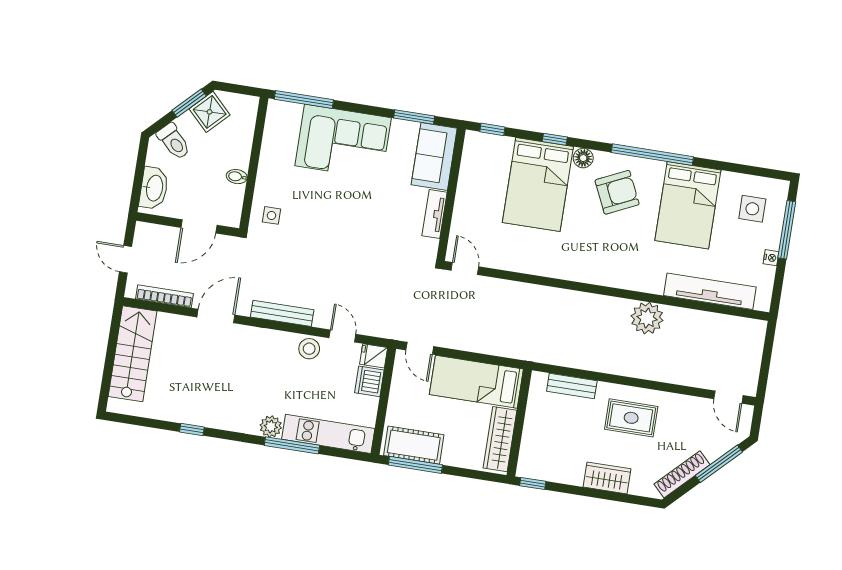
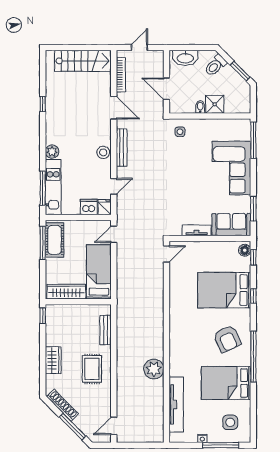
shower: (210, 112) -> (215, 104), moved, turned 45
floor lamp: (583, 158) -> (245, 250), moved
stool: (309, 349) -> (103, 152), moved
window: (292, 445) -> (43, 188), moved

